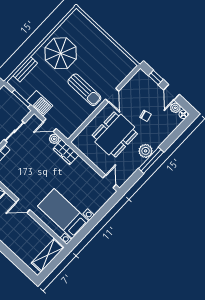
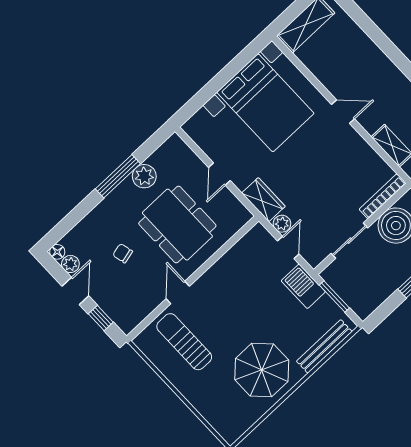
bench: (25, 69) -> (324, 346), width x1.36
sun lounger: (84, 90) -> (184, 342), moved
door: (50, 125) -> (288, 247), hinge flipped
dining table: (115, 134) -> (177, 225), turned 90
plant: (146, 151) -> (144, 176), moved
door: (109, 181) -> (219, 174), moved
bed with nightstands: (63, 214) -> (265, 103), width x1.36

